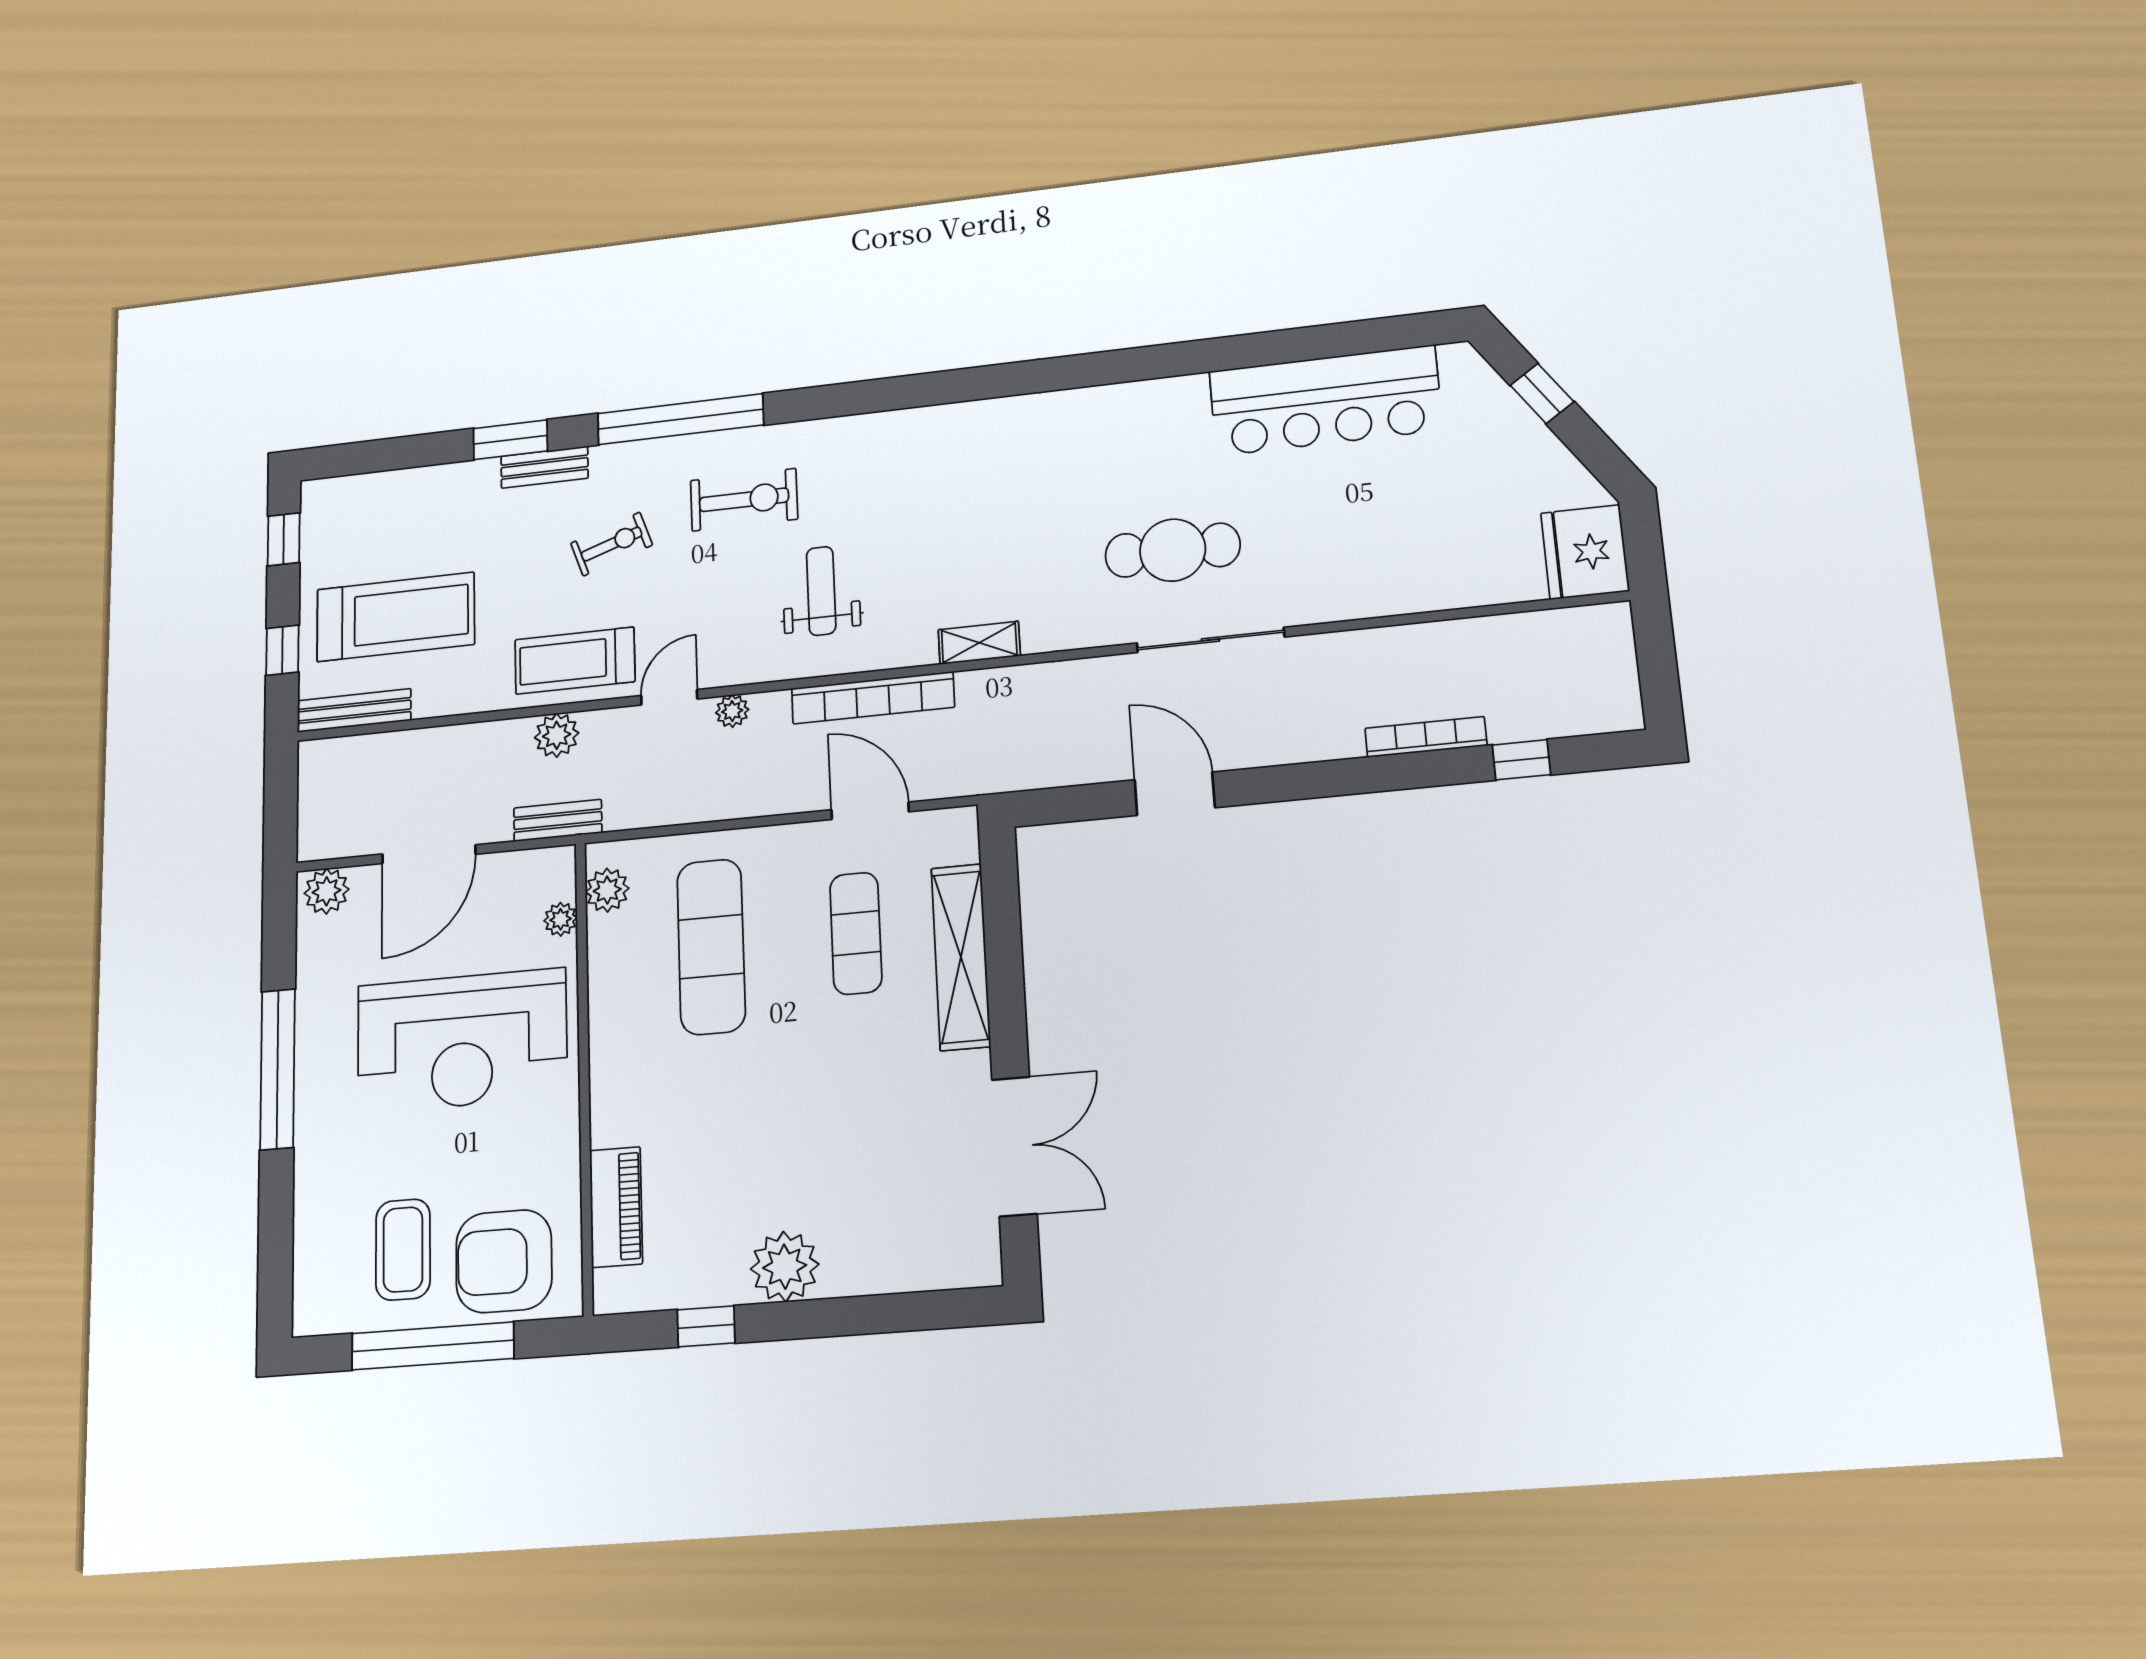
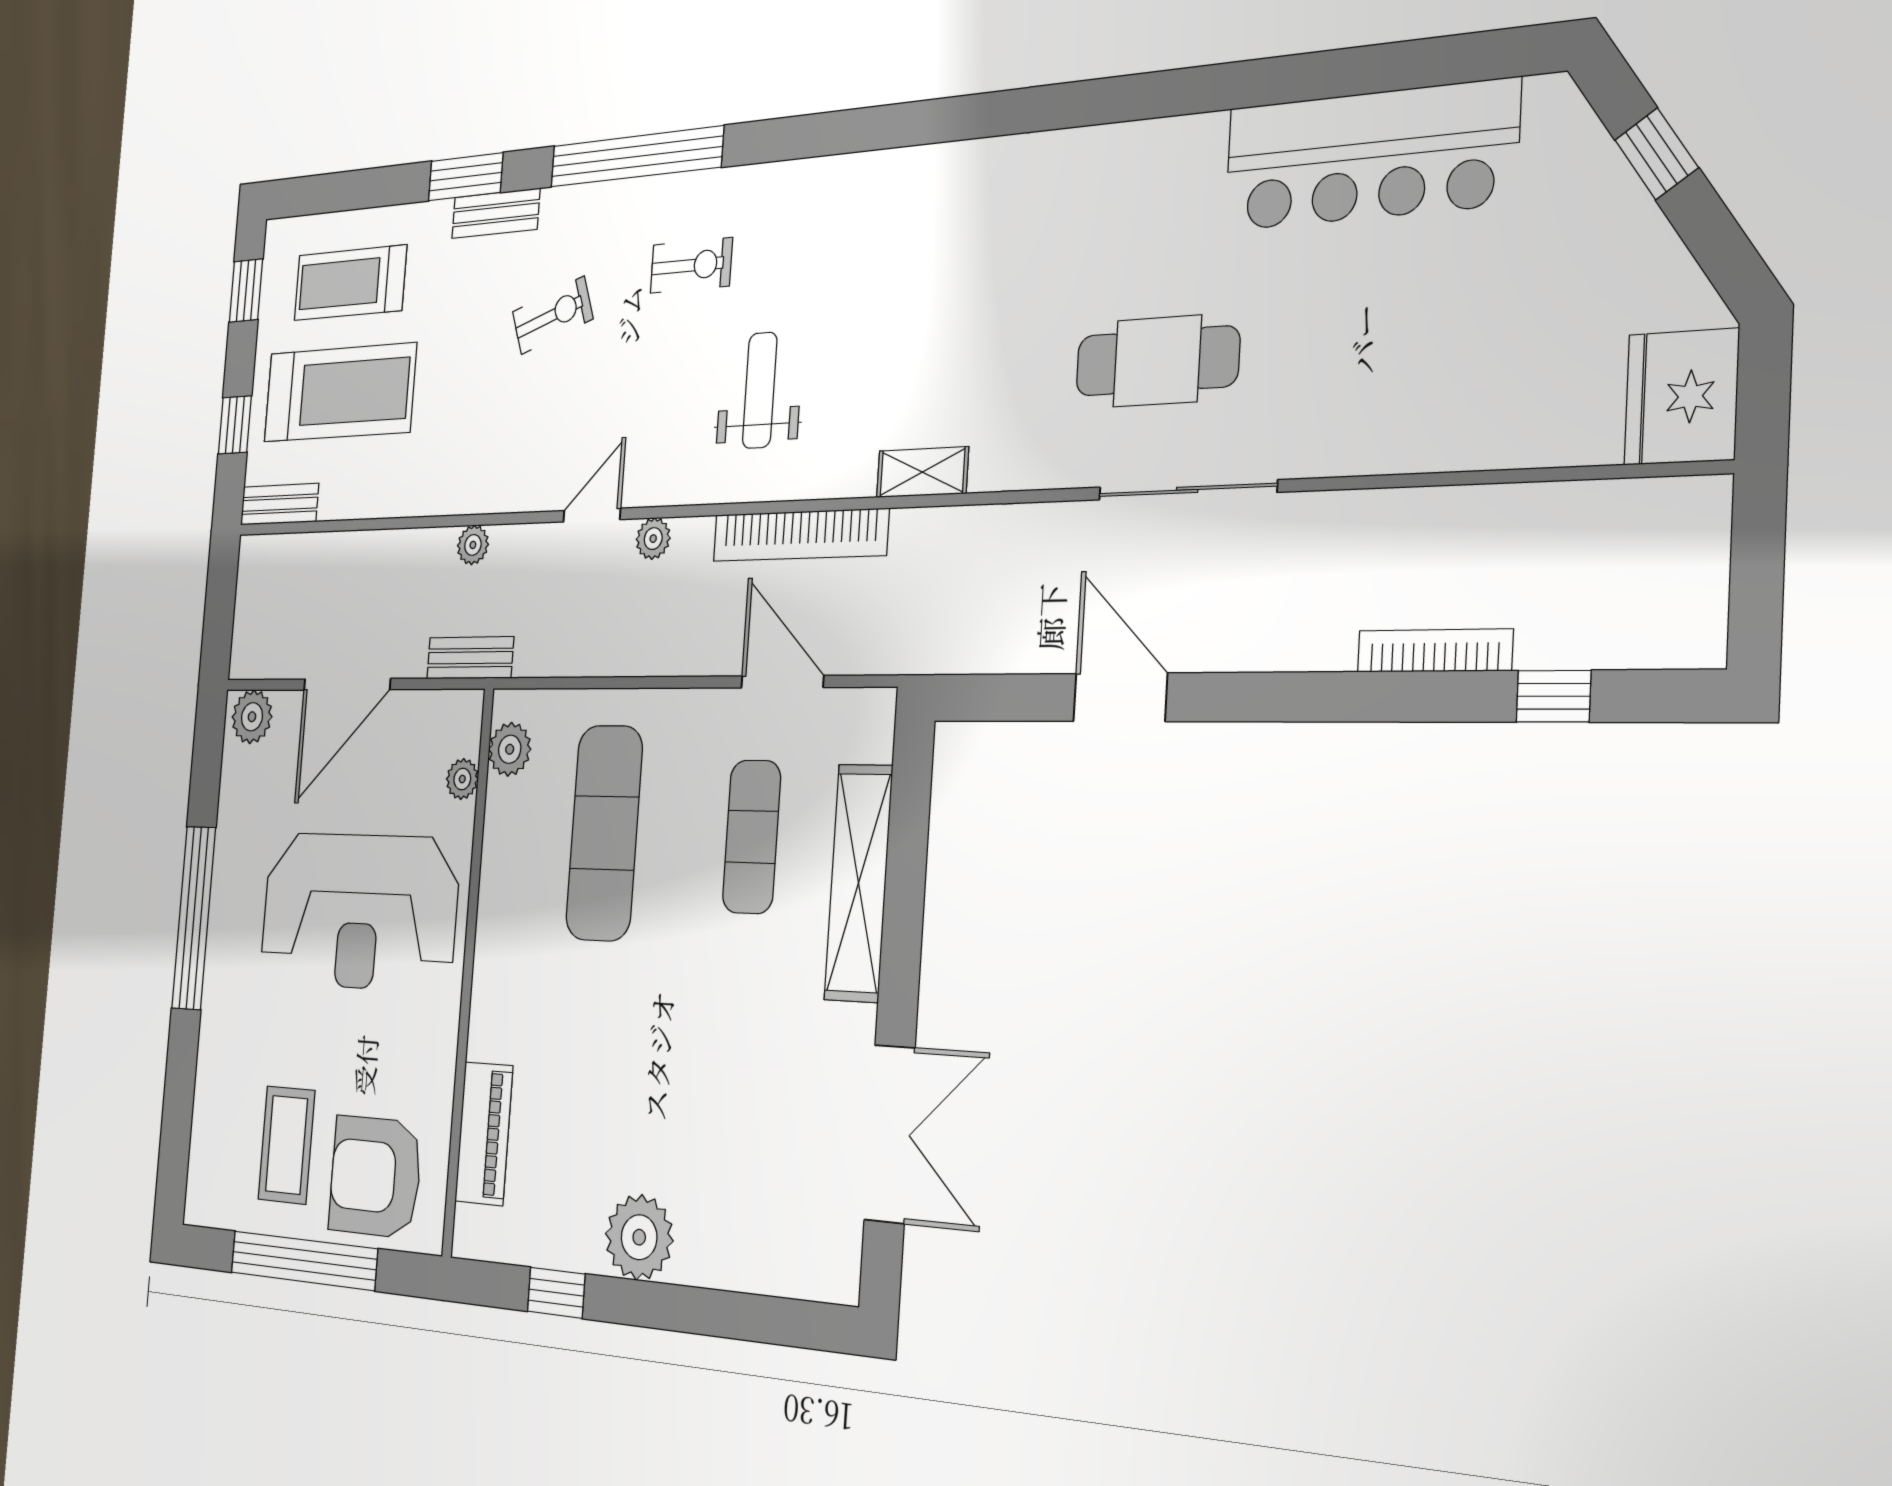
exercise bike: (744, 500) -> (691, 265), width x0.73, depth x0.72
treadmill: (575, 661) -> (350, 283), moved
bench: (354, 711) -> (279, 504), width x0.73
plant: (557, 735) -> (473, 545), width x0.73, depth x0.73

